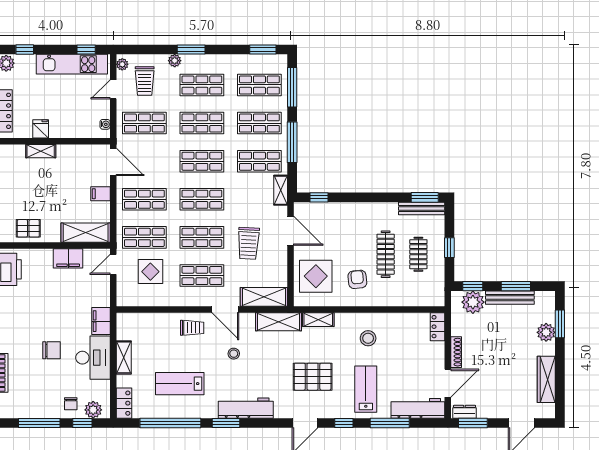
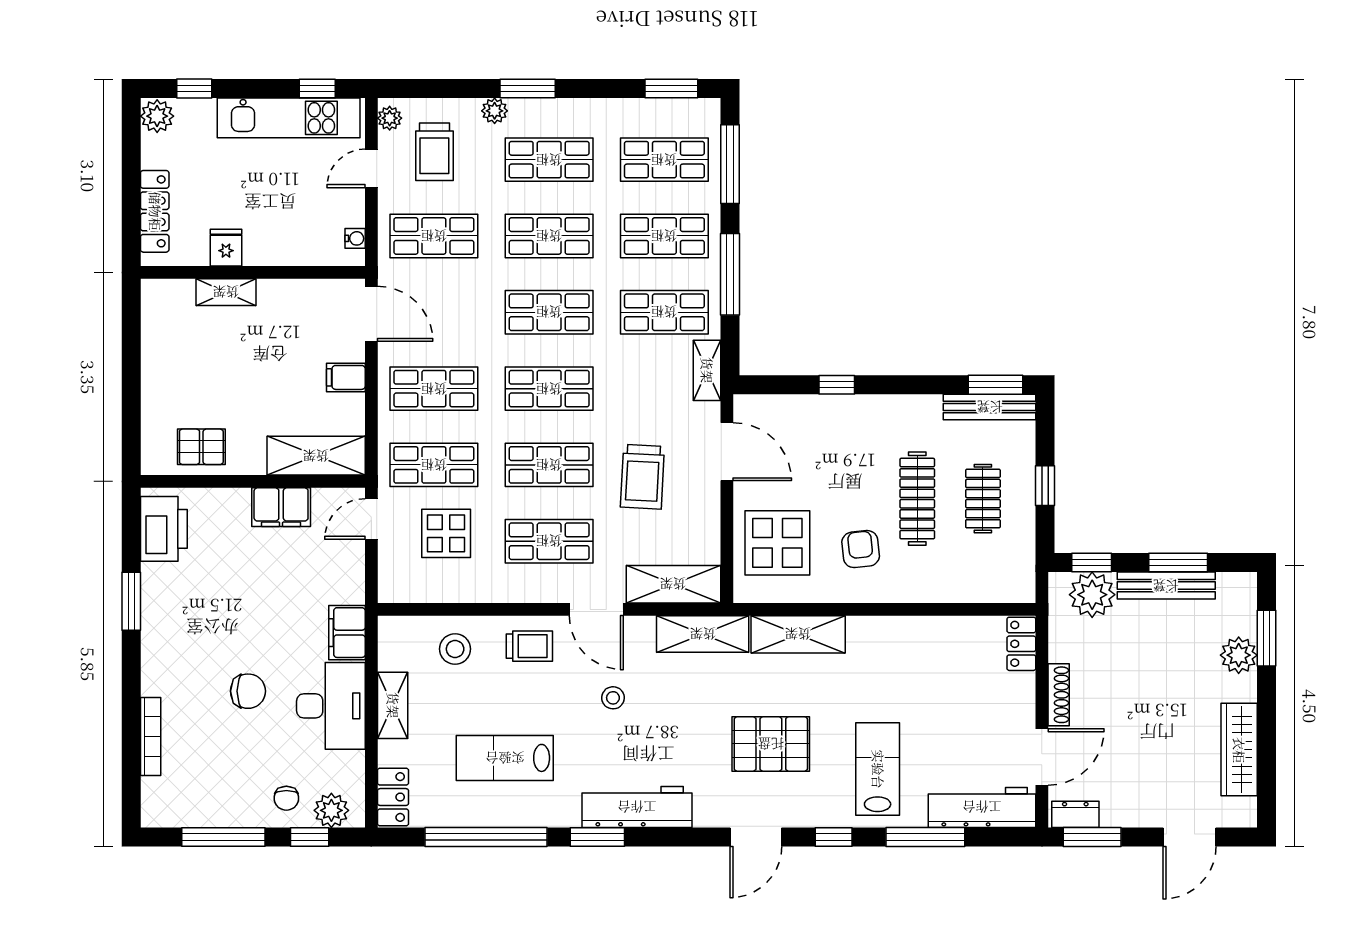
window: (319, 197) -> (837, 385), moved
shelving: (318, 320) -> (798, 634), width x1.50, depth x1.33
stool: (368, 338) -> (455, 649), moved

